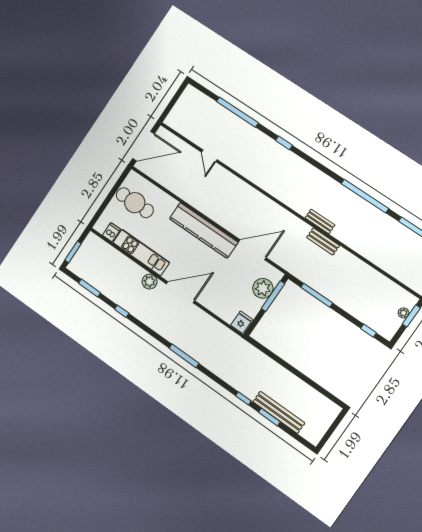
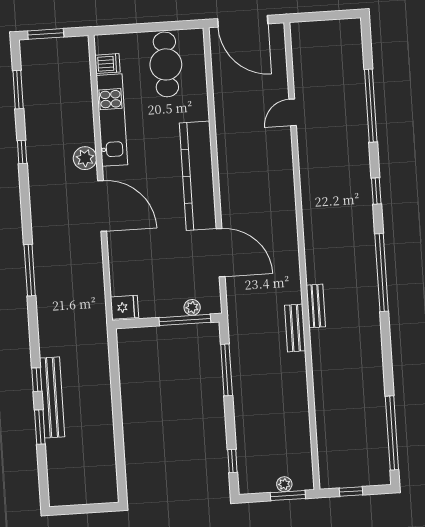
window: (365, 196) -> (382, 272), moved
plant: (263, 288) -> (192, 307), width x0.53, depth x0.53
bench: (279, 412) -> (52, 397), moved

